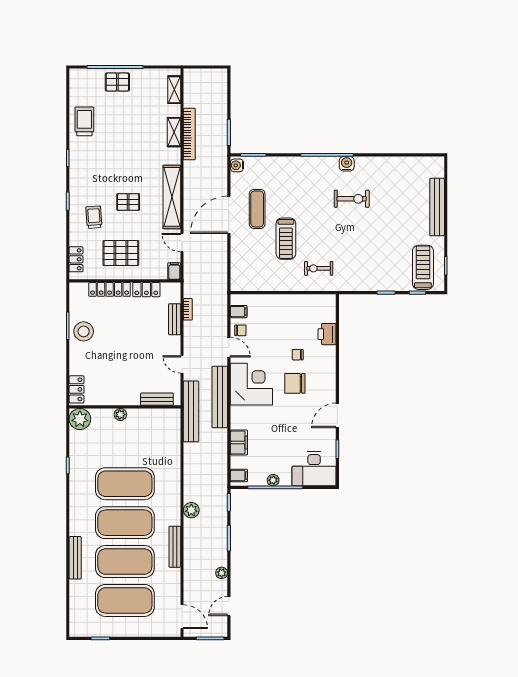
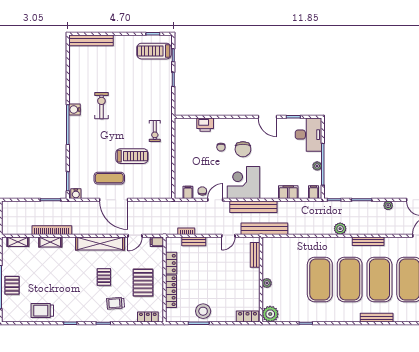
bench: (437, 207) -> (91, 40), moved

